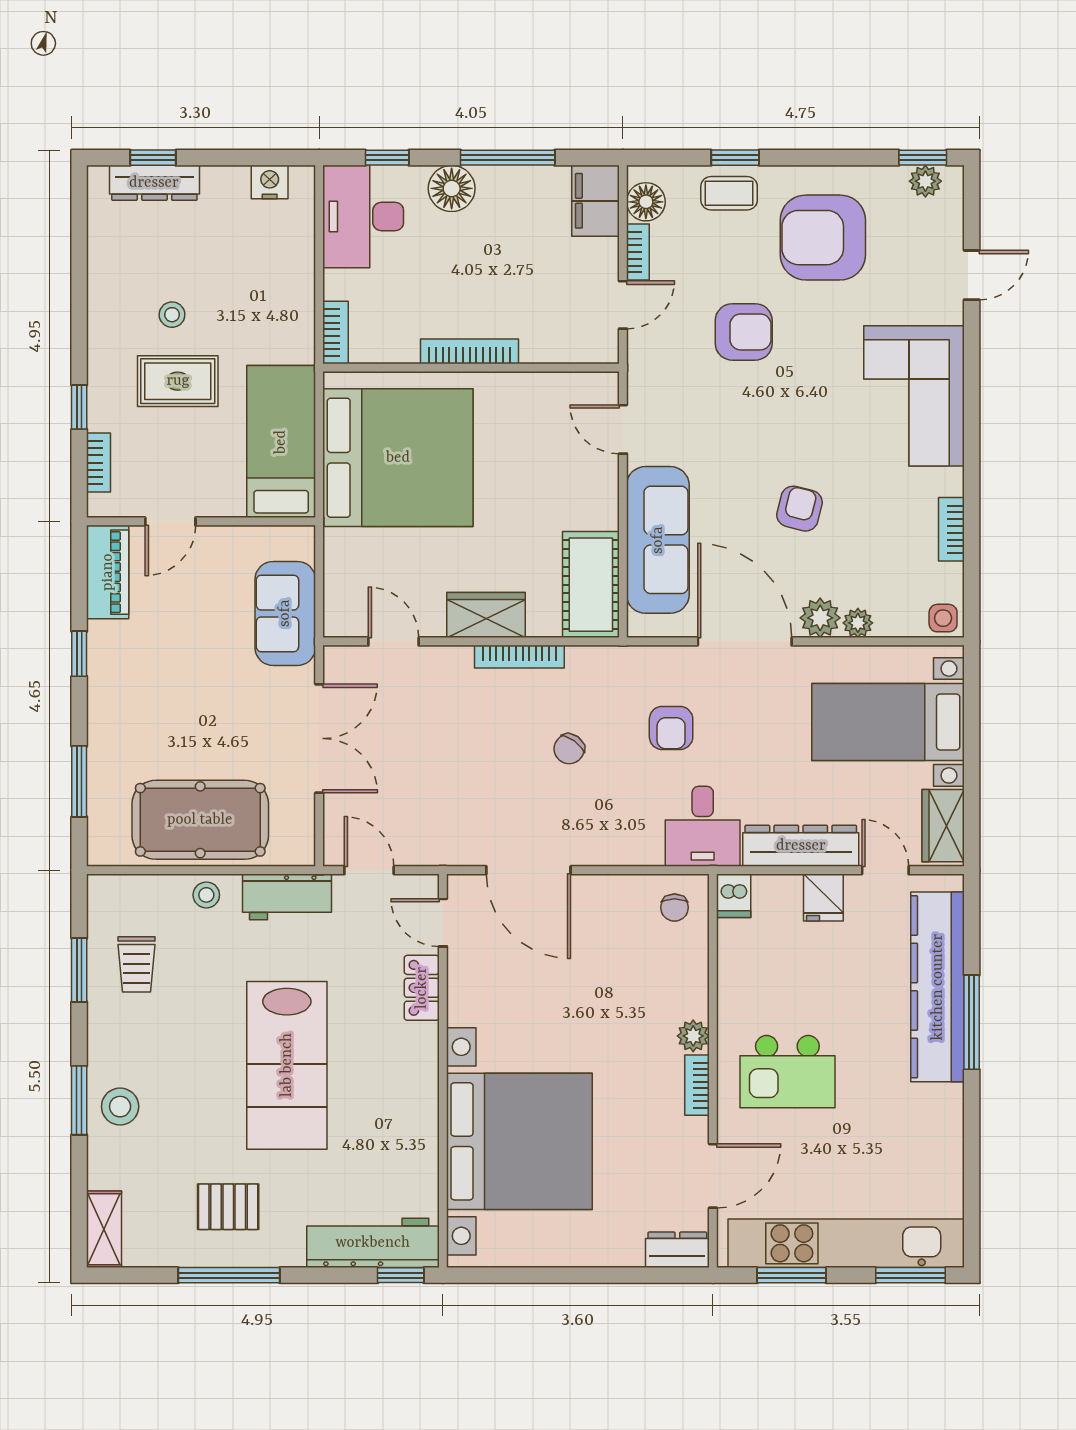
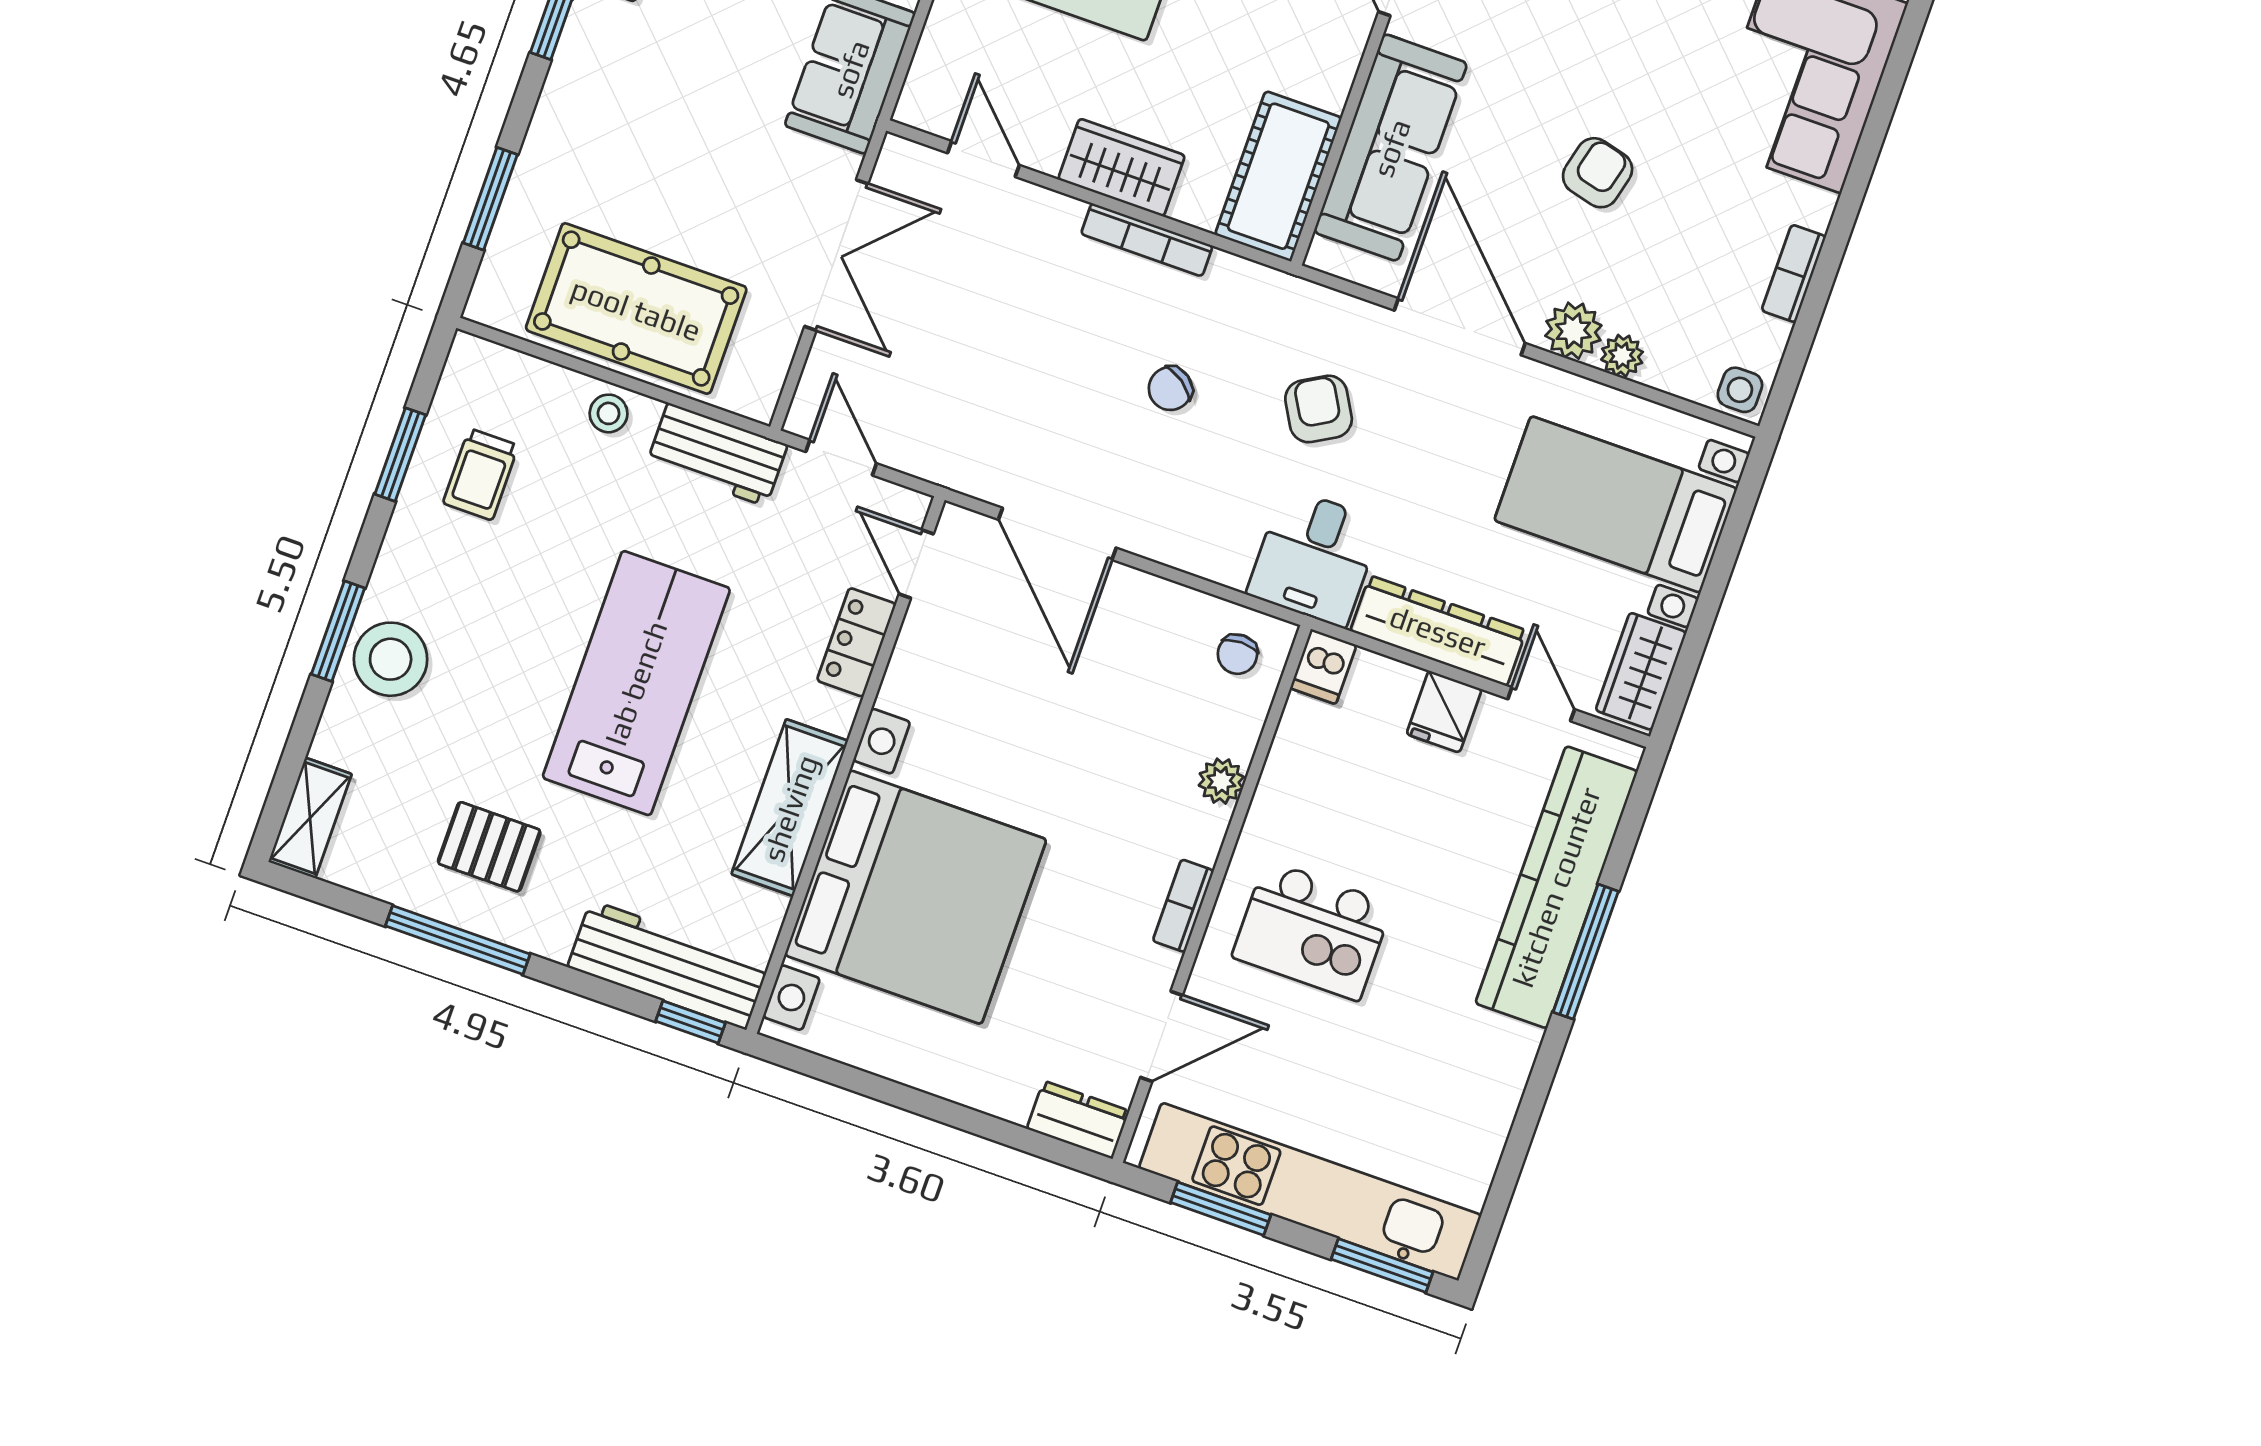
armchair: (671, 728) -> (1319, 409), turned 150
plant: (693, 1036) -> (1221, 781), moved
lab bench: (287, 1065) -> (636, 683), turned 180
stool: (120, 1107) -> (391, 659), width x1.38, depth x1.38
shelving: (416, 1112) -> (790, 808), added

